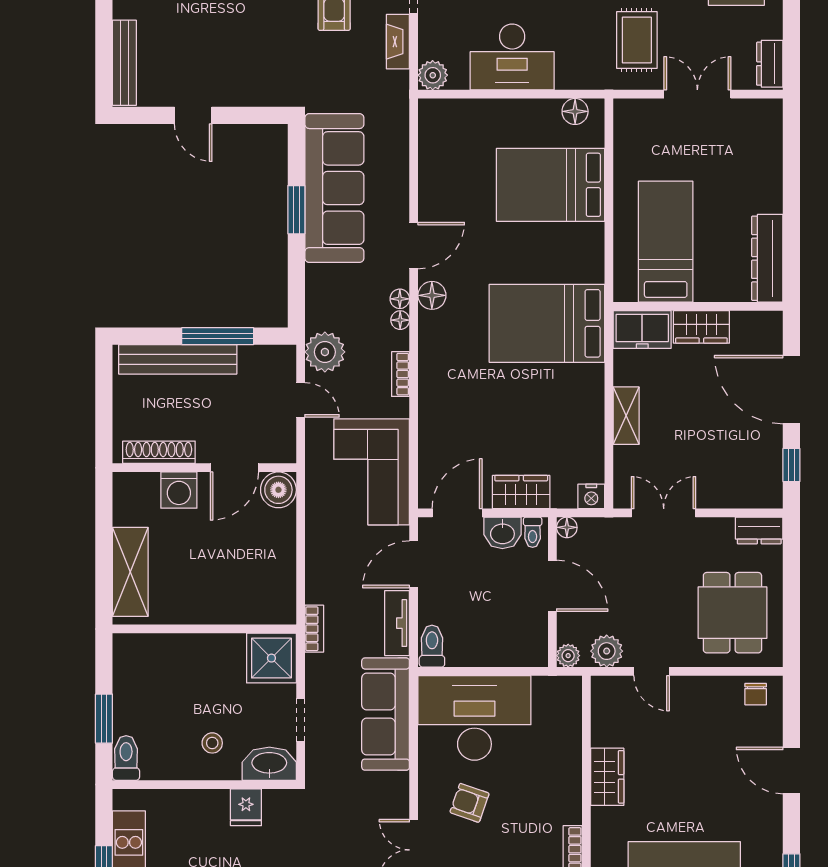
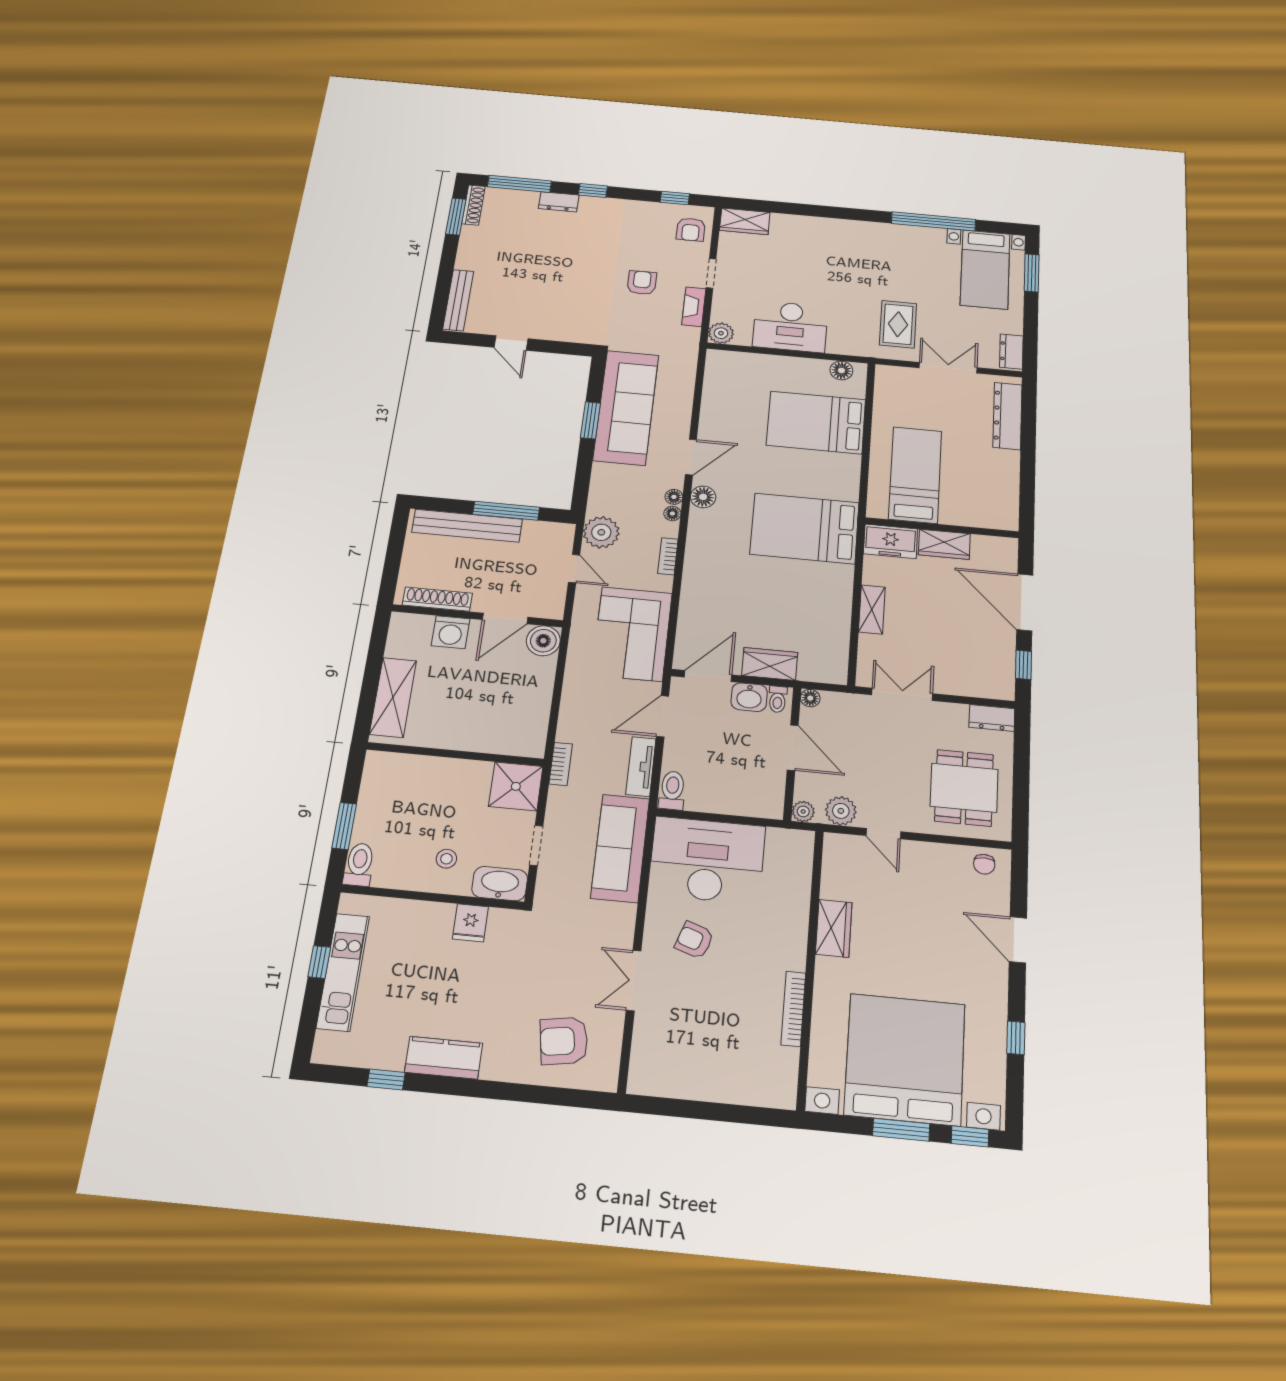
dresser: (767, 258) -> (1007, 416), moved
nightstand: (591, 496) -> (835, 674), removed

